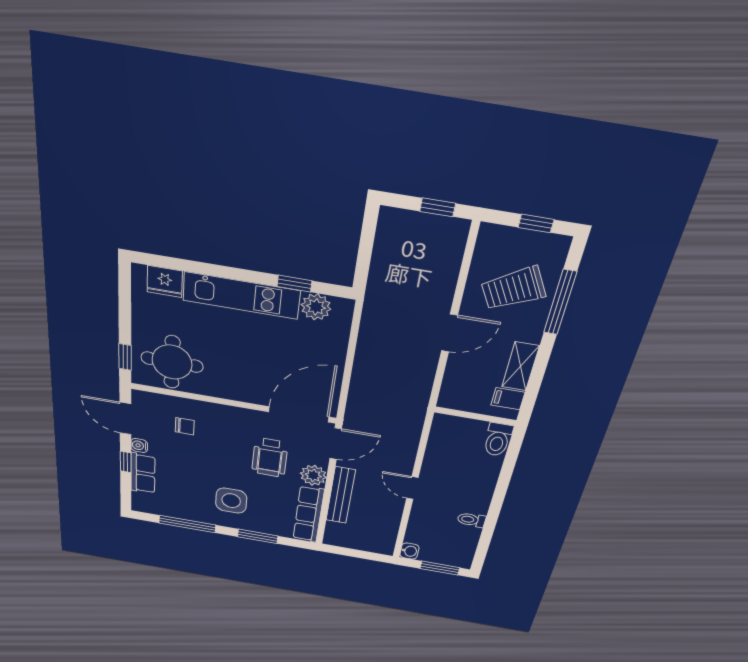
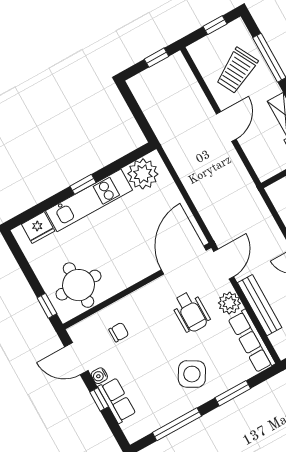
window: (294, 284) -> (83, 184), moved
plant: (316, 307) -> (143, 174), width x1.36, depth x1.36
side table: (231, 501) -> (192, 374), turned 30

